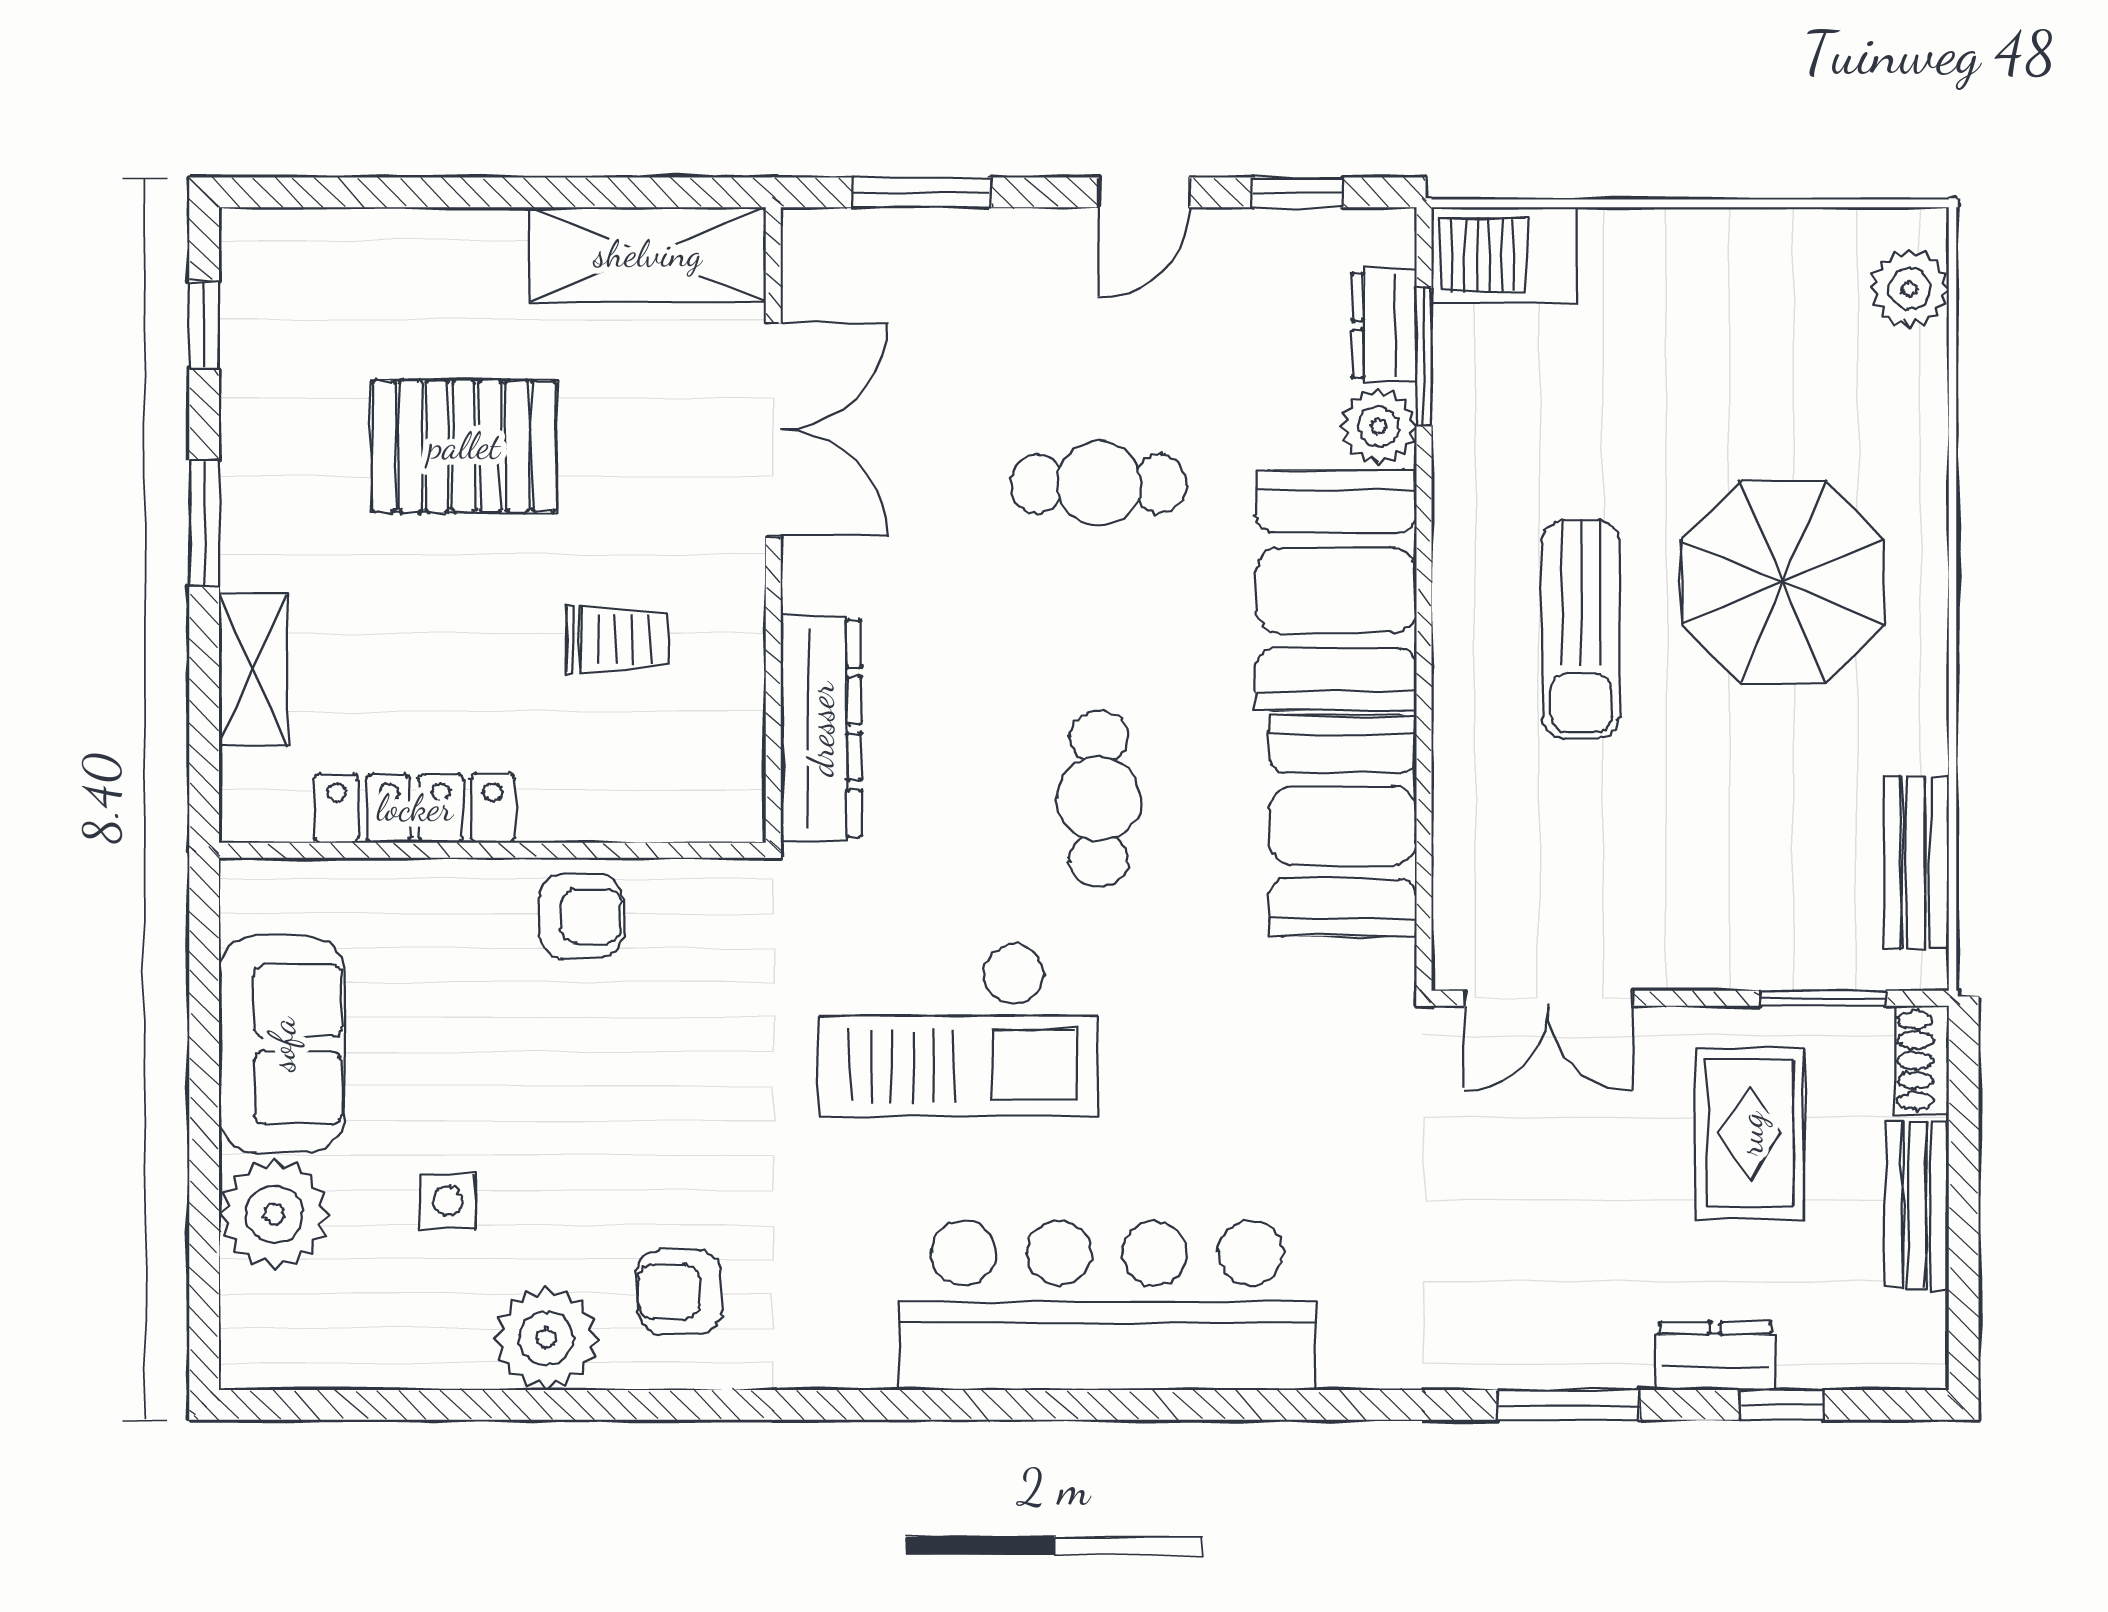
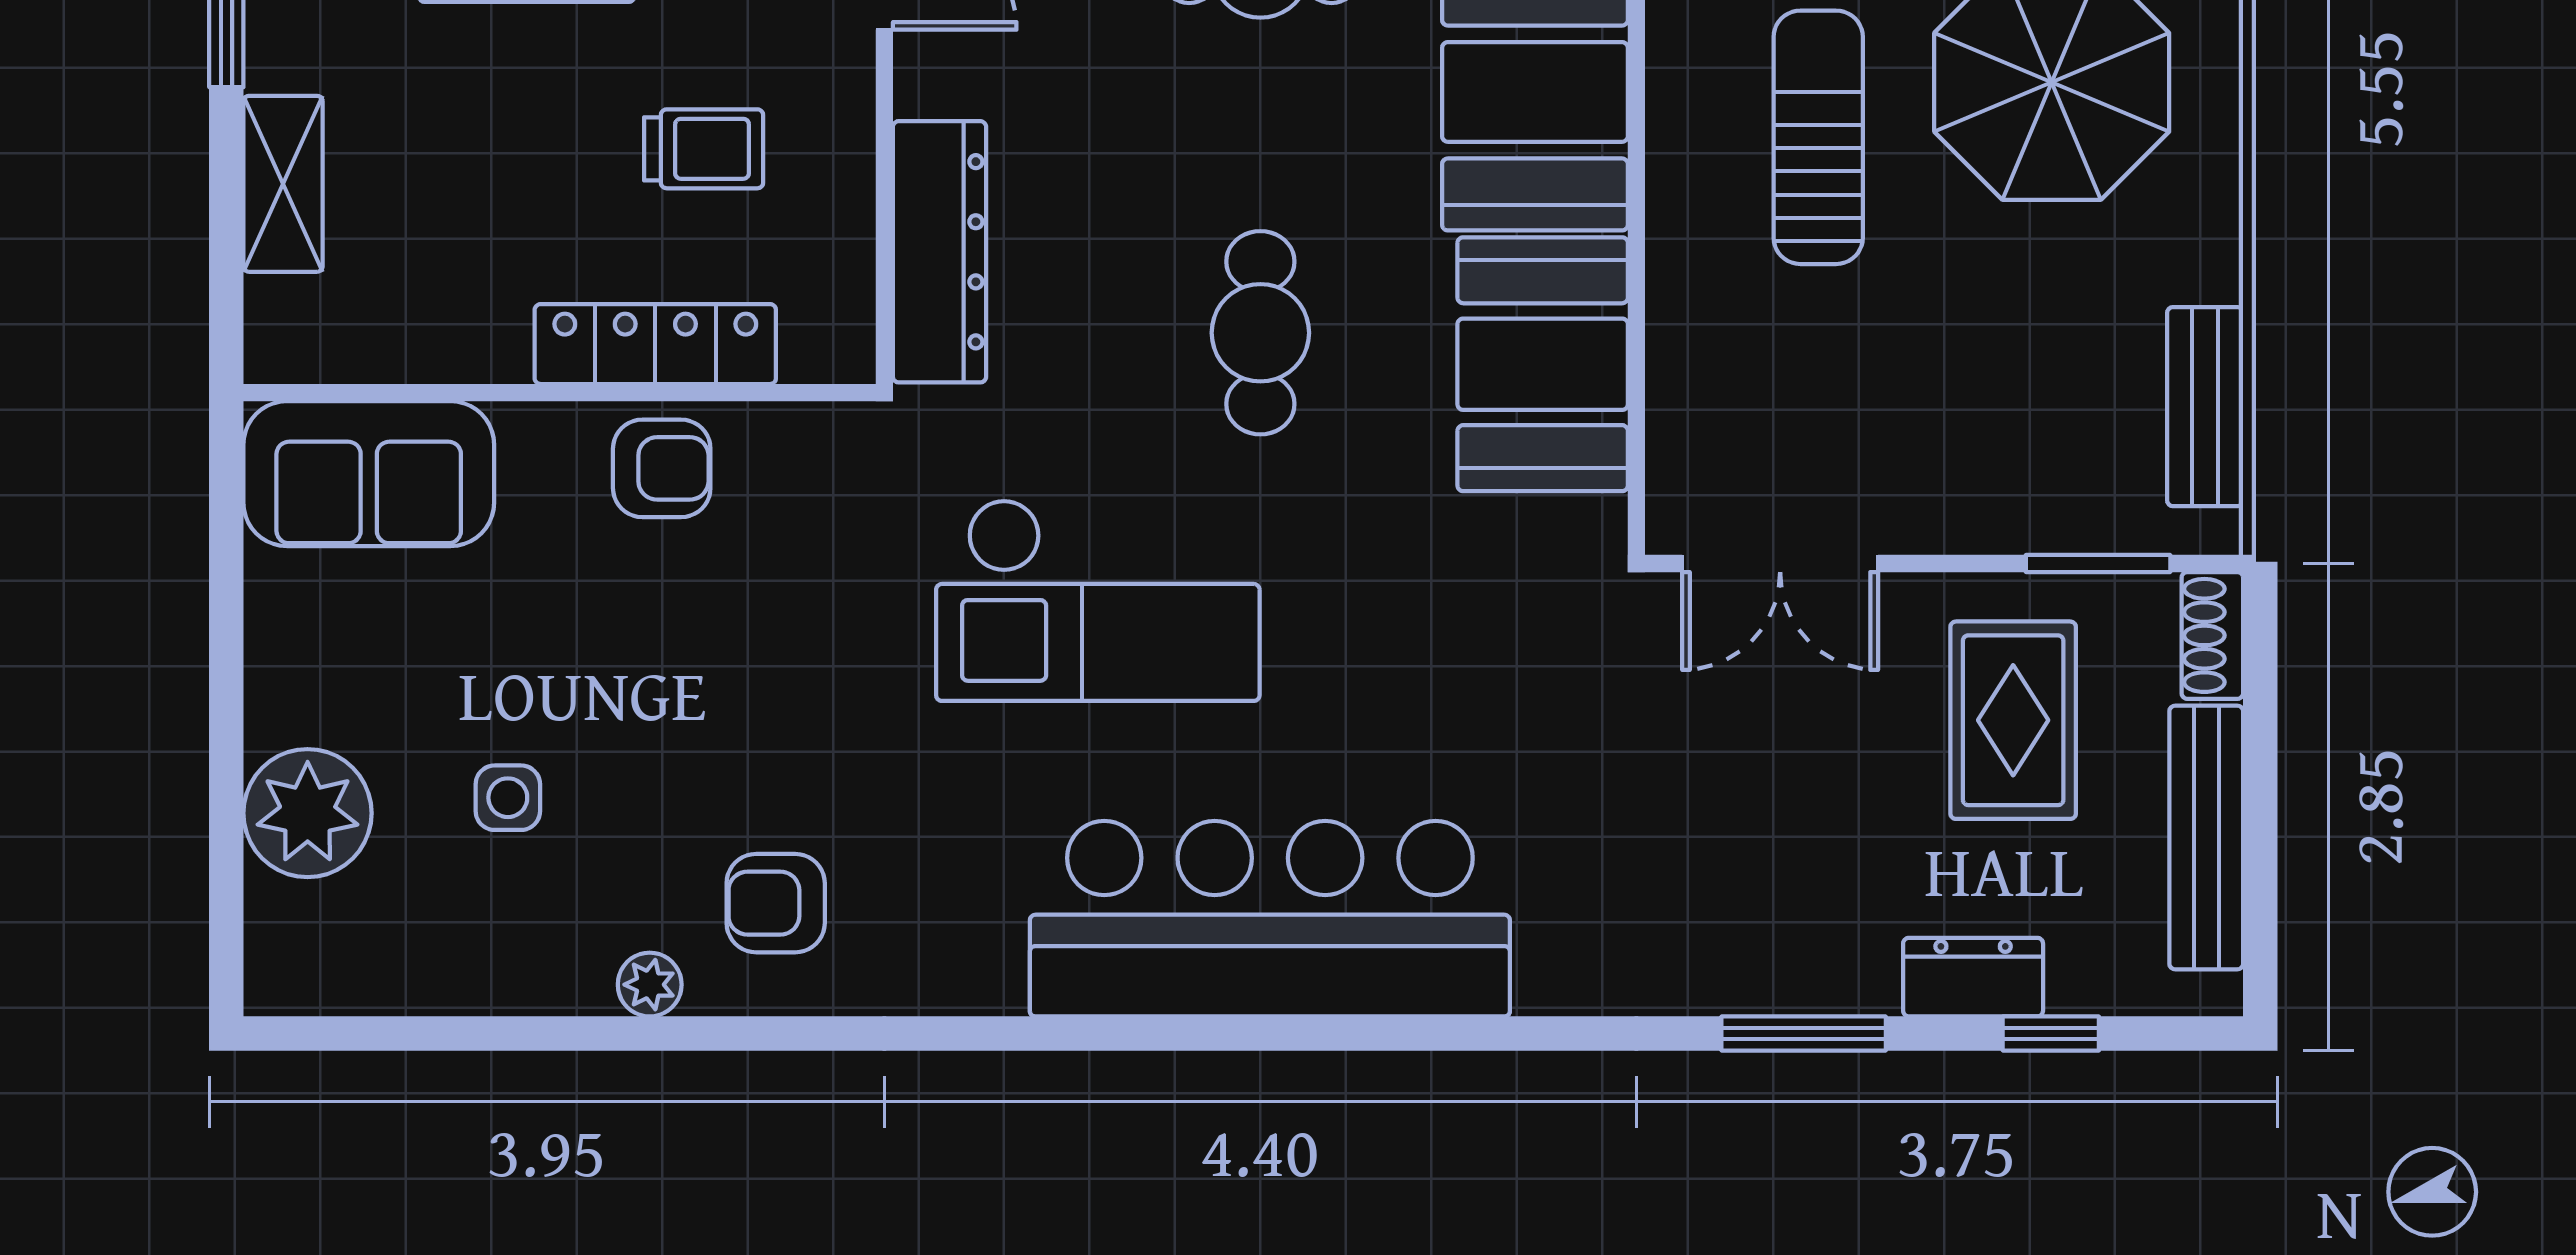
sun lounger: (1581, 630) -> (1818, 137), turned 180
locker: (415, 808) -> (655, 344), moved
sofa: (282, 1044) -> (369, 474), moved, turned 90
bench: (1917, 1205) -> (2206, 837), width x1.36
plant: (546, 1338) -> (650, 985), width x0.53, depth x0.53

